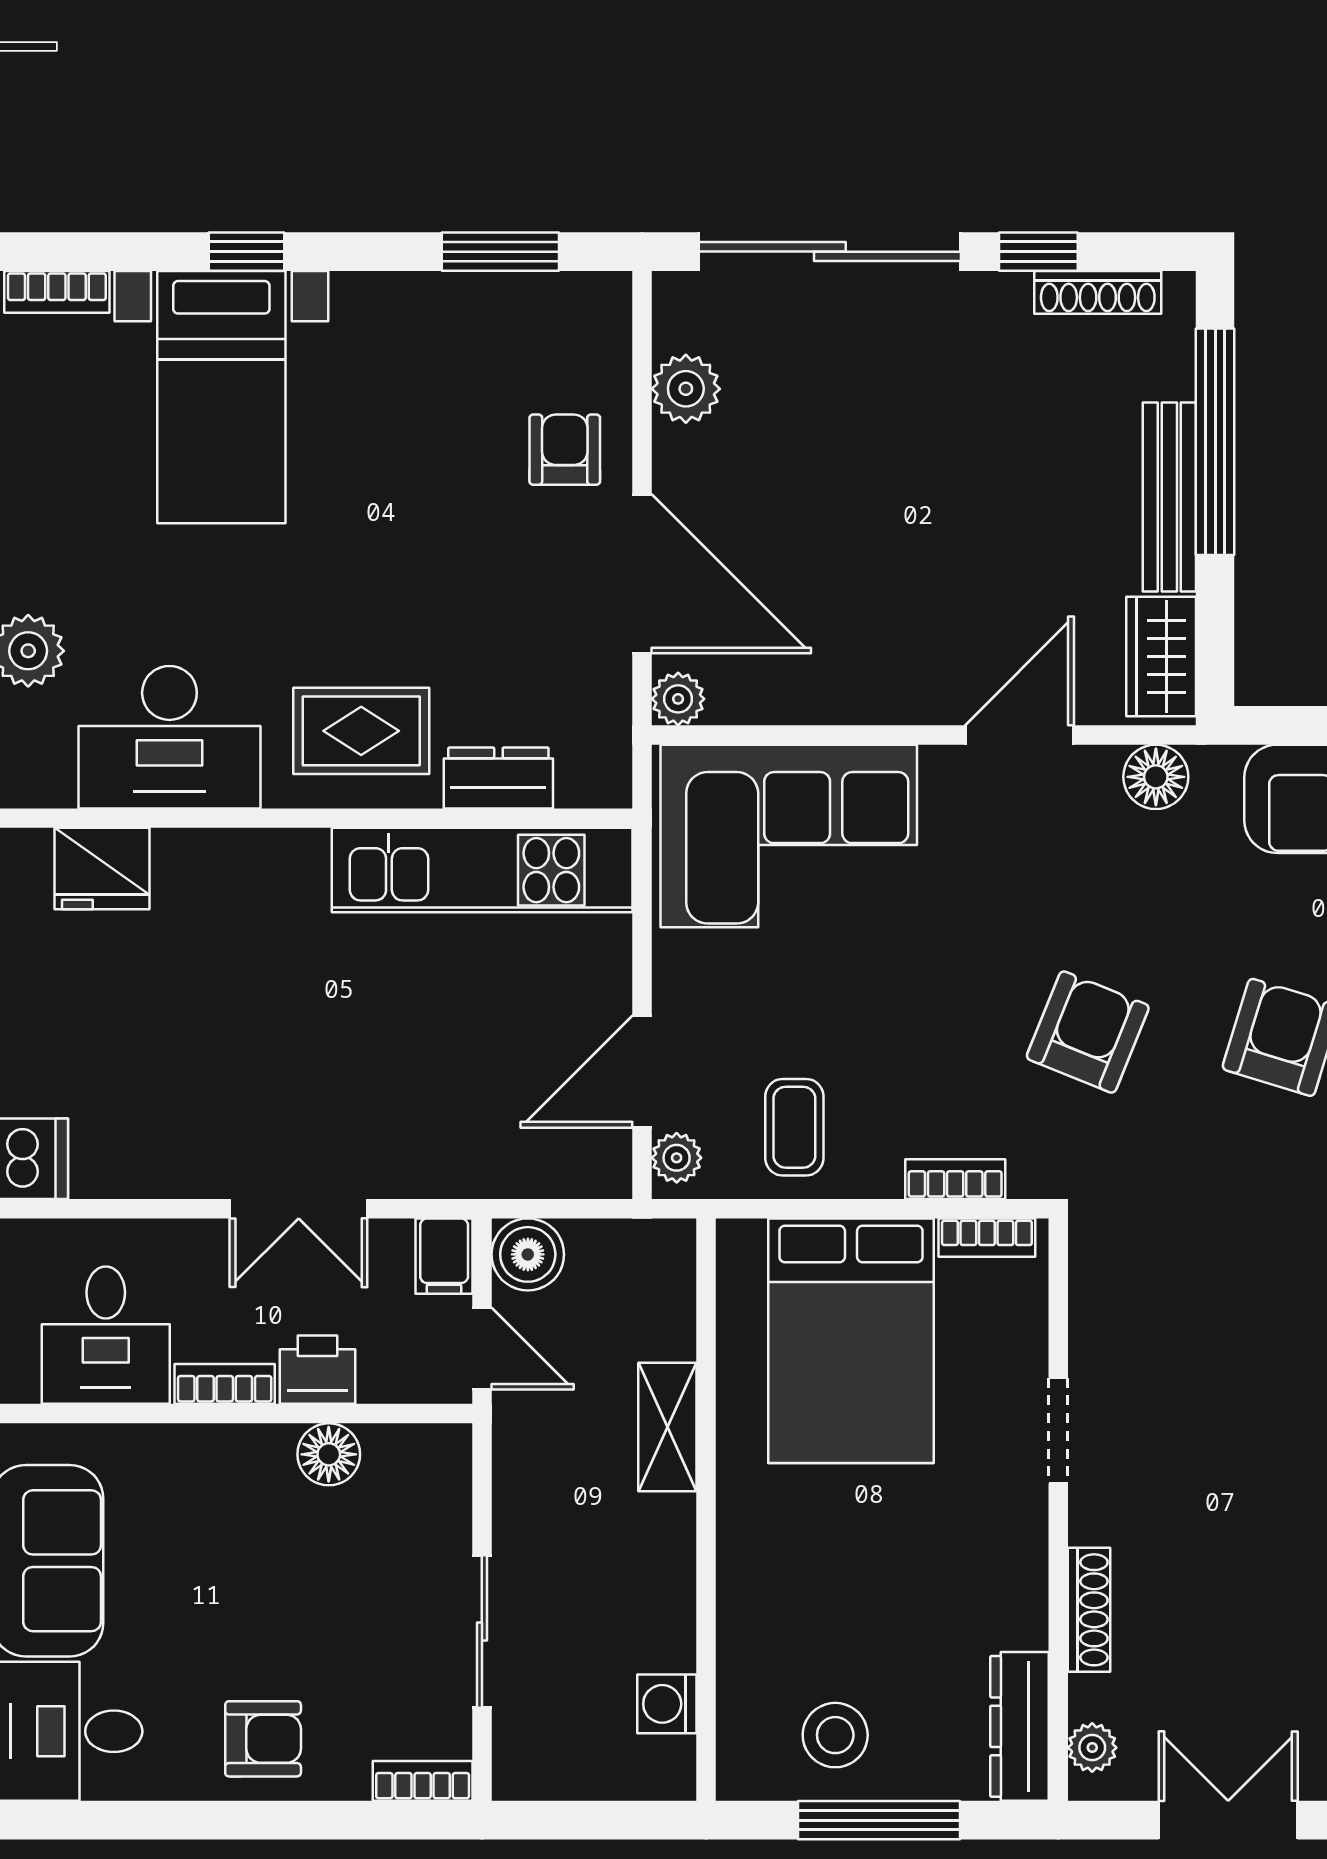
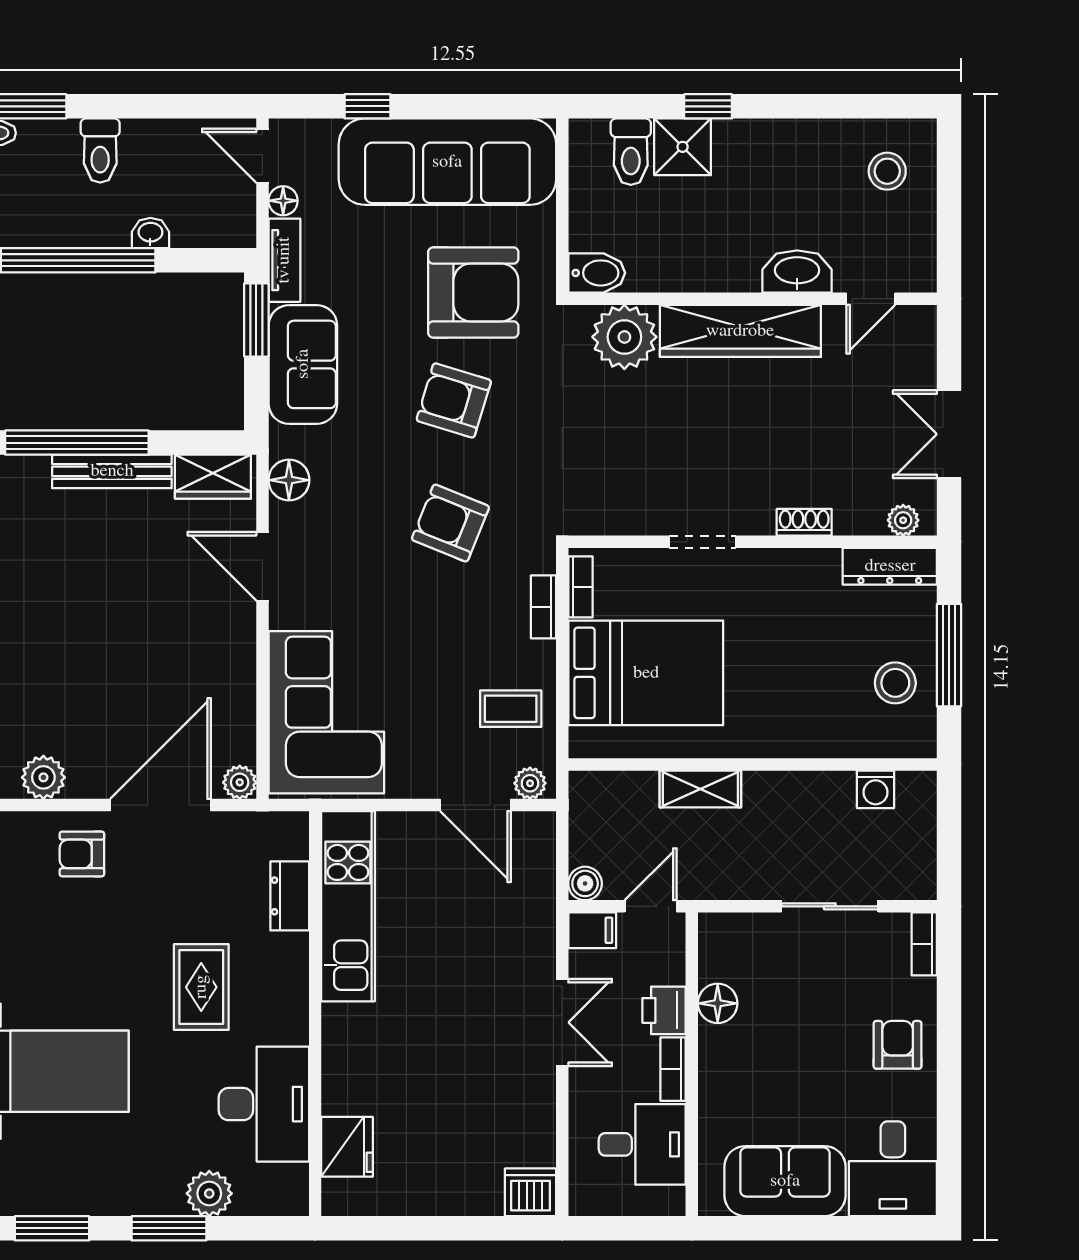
rug: (361, 731) -> (201, 987), moved
boiler: (528, 1254) -> (585, 883), width x0.73, depth x0.73
shoe rack: (1089, 1610) -> (804, 522), width x0.70

